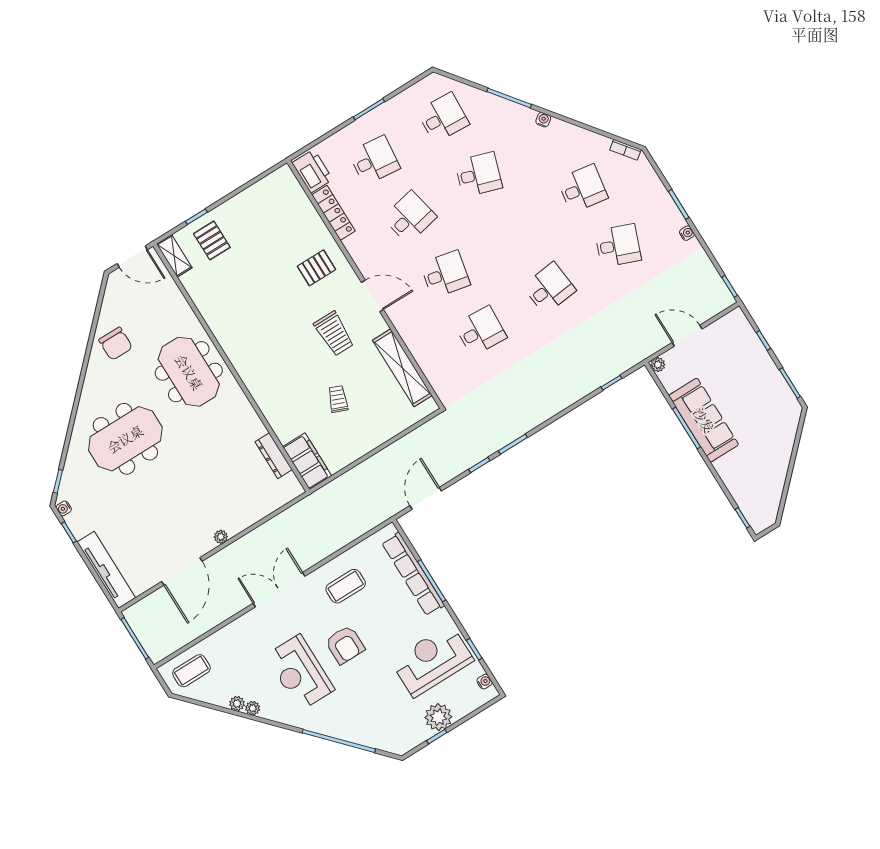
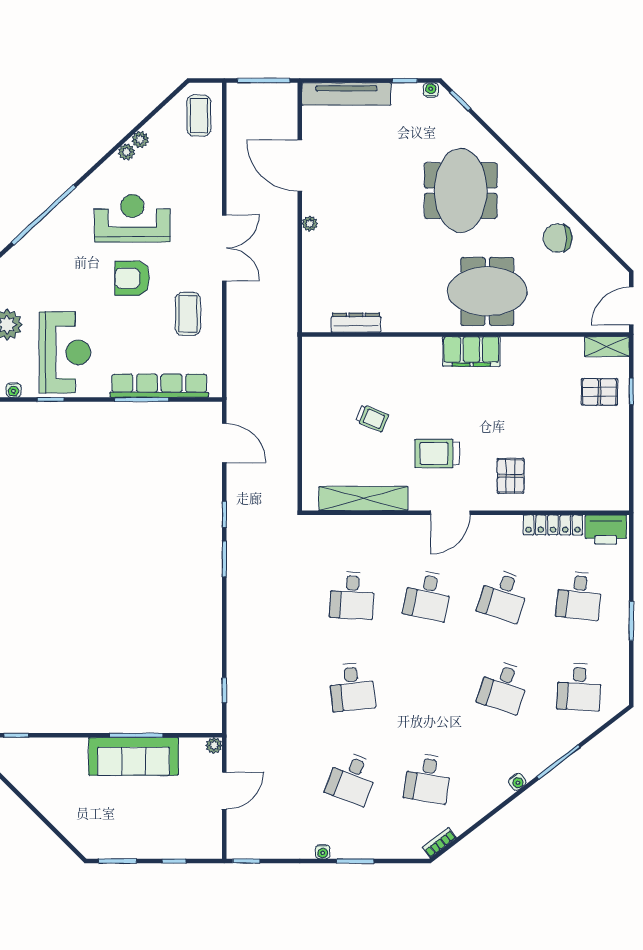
desk: (410, 217) -> (503, 596), turned 30
filing cabinet: (307, 461) -> (471, 351), moved

